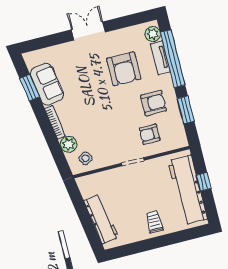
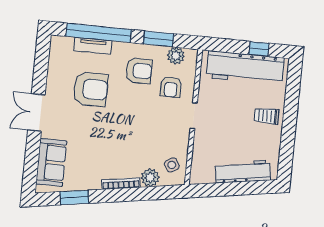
plant: (153, 34) -> (176, 56), moved
sofa: (47, 84) -> (51, 162), moved, turned 99
armchair: (153, 103) -> (139, 71), turned 90
window: (204, 182) -> (259, 49), moved

